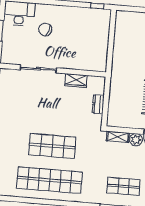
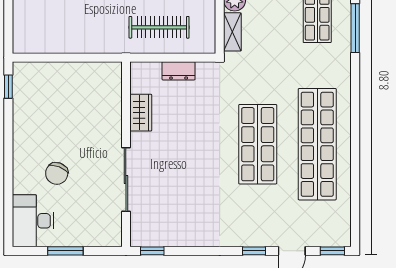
clothes rail: (124, 95) -> (159, 27), added

